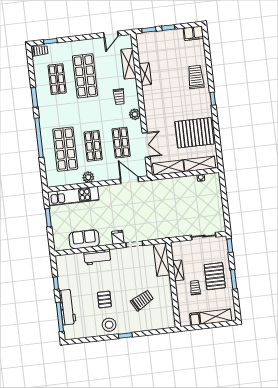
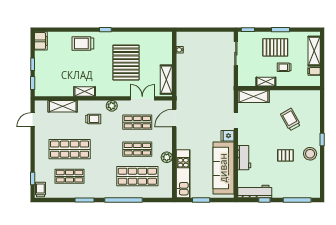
door: (111, 34) -> (33, 120), swing flipped
shelving: (145, 74) -> (85, 91), moved
pallet: (194, 133) -> (126, 63), moved
shelving: (200, 164) -> (166, 49), removed
sofa: (84, 239) -> (223, 168), width x1.85, depth x1.27
workbench: (67, 307) -> (255, 192), moved

